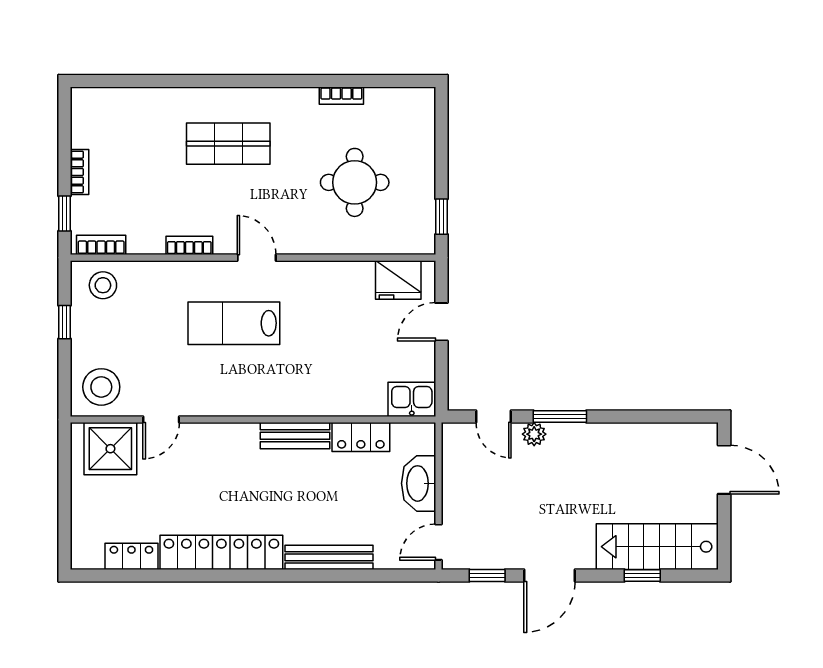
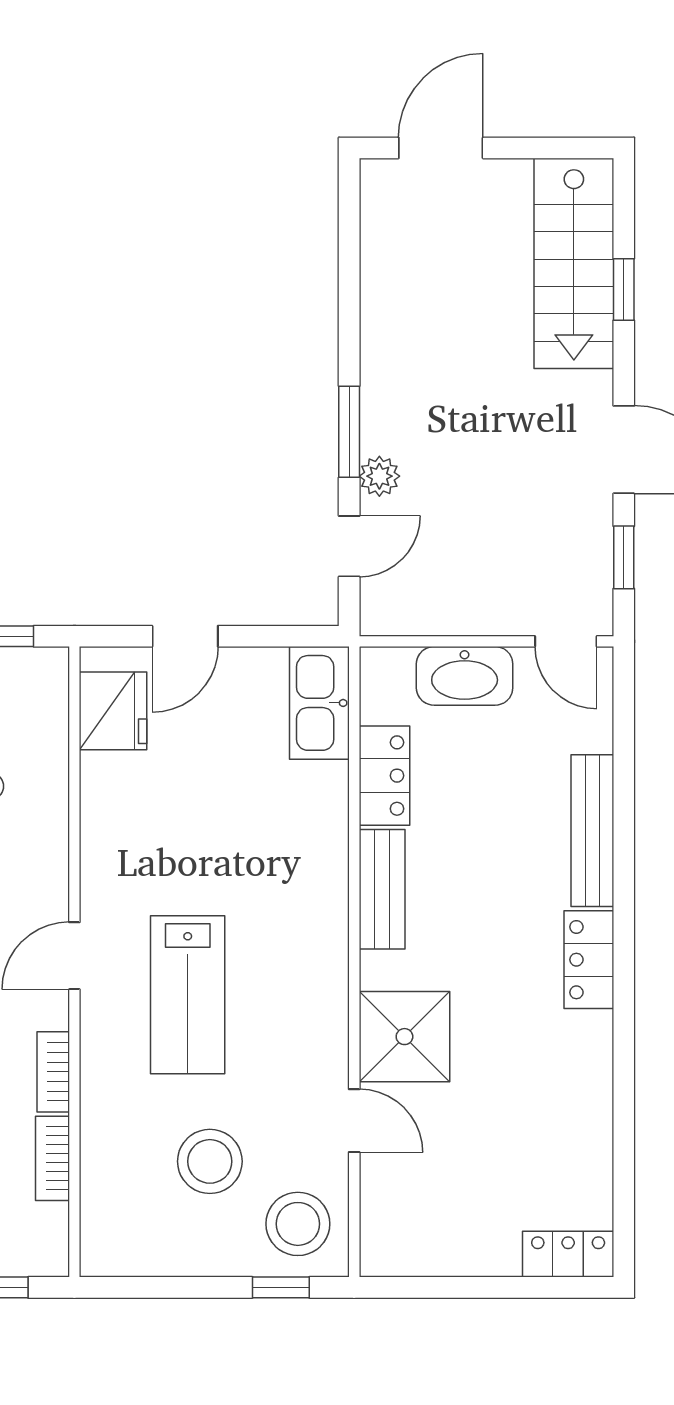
bookcase: (101, 245) -> (52, 1158), moved
stool: (103, 285) -> (210, 1161), moved, width x1.38, depth x1.38
window: (65, 322) -> (281, 1287), moved
door: (441, 322) -> (185, 636), hinge flipped
kitchen sink: (412, 399) -> (319, 703), width x1.38
shower: (110, 449) -> (404, 1037), moved
locker: (221, 552) -> (589, 960), width x0.46, depth x0.83
locker: (131, 556) -> (568, 1254), moved, turned 90

